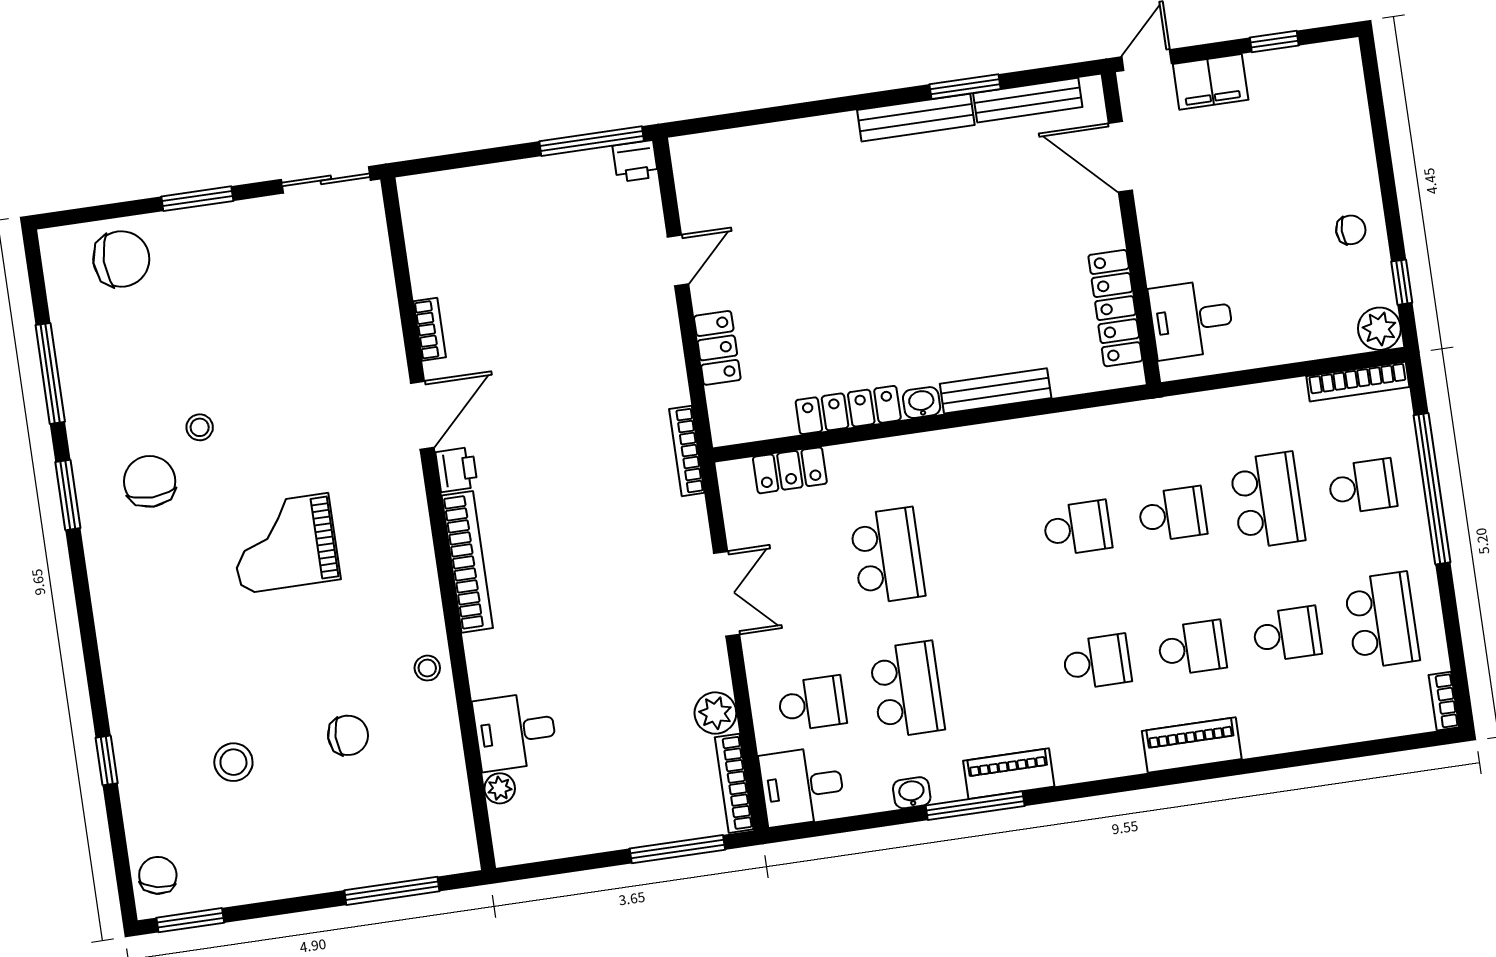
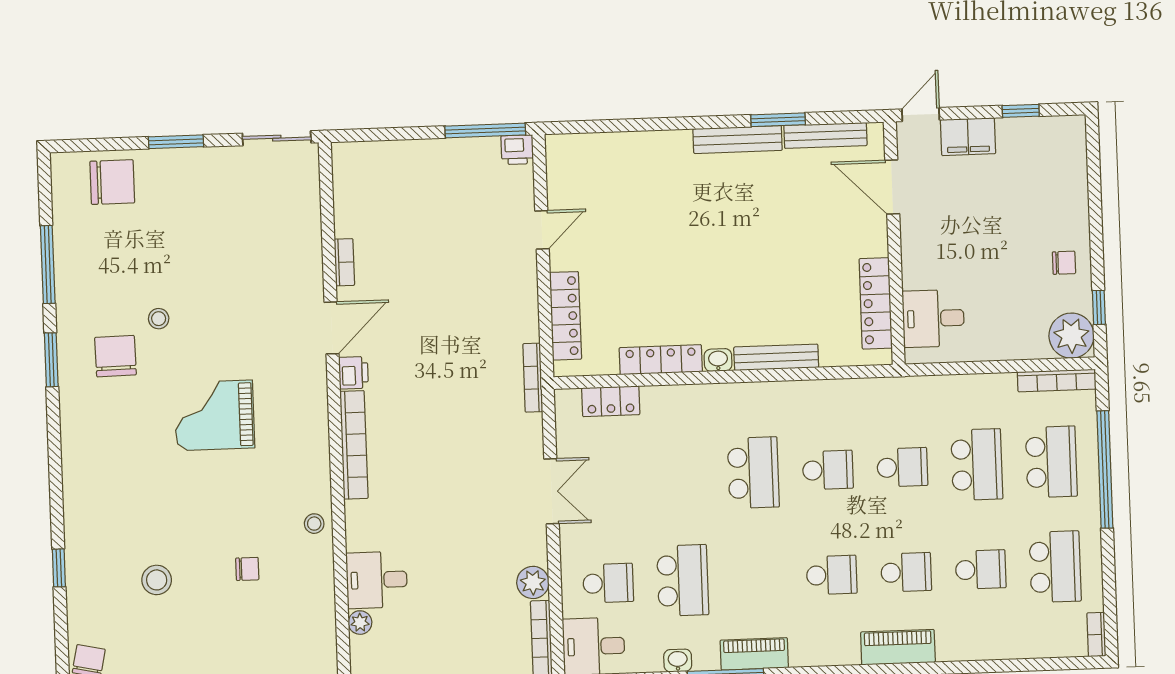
plant: (1379, 329) -> (1071, 336), width x1.36, depth x1.36
locker: (717, 348) -> (566, 316), width x1.53
school desk: (1362, 486) -> (1051, 462), width x1.85
school desk: (887, 556) -> (753, 473), moved
chair: (348, 735) -> (247, 569), width x0.73, depth x0.73

